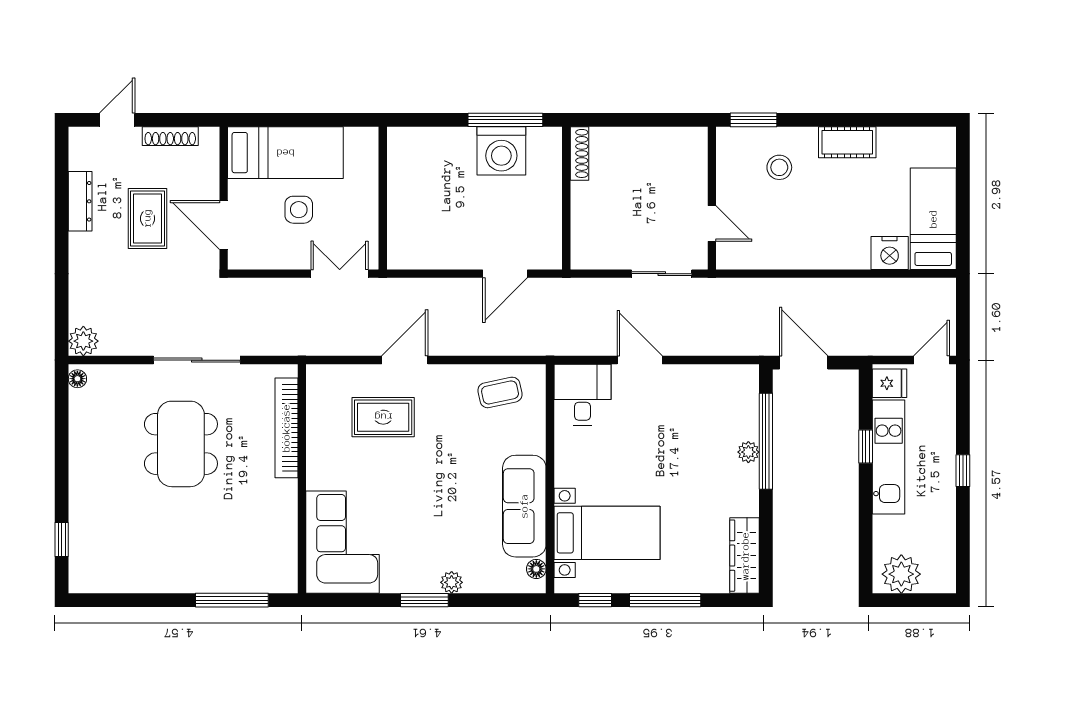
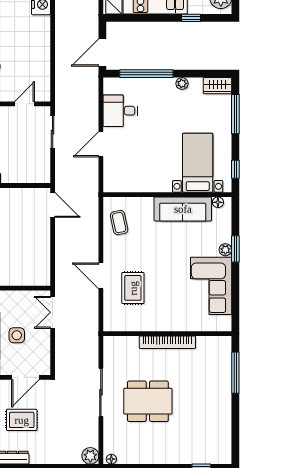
door: (505, 274) -> (53, 205), moved
desk: (582, 395) -> (120, 111), moved
bookcase: (286, 428) -> (167, 342), moved
window: (866, 446) -> (191, 18), moved
plant: (748, 452) -> (182, 84), moved
corner sofa: (342, 542) -> (211, 286), moved, turned -90
wardrobe: (745, 556) -> (217, 86), width x0.67
window: (424, 600) -> (235, 249), moved
window: (665, 600) -> (235, 114), moved

